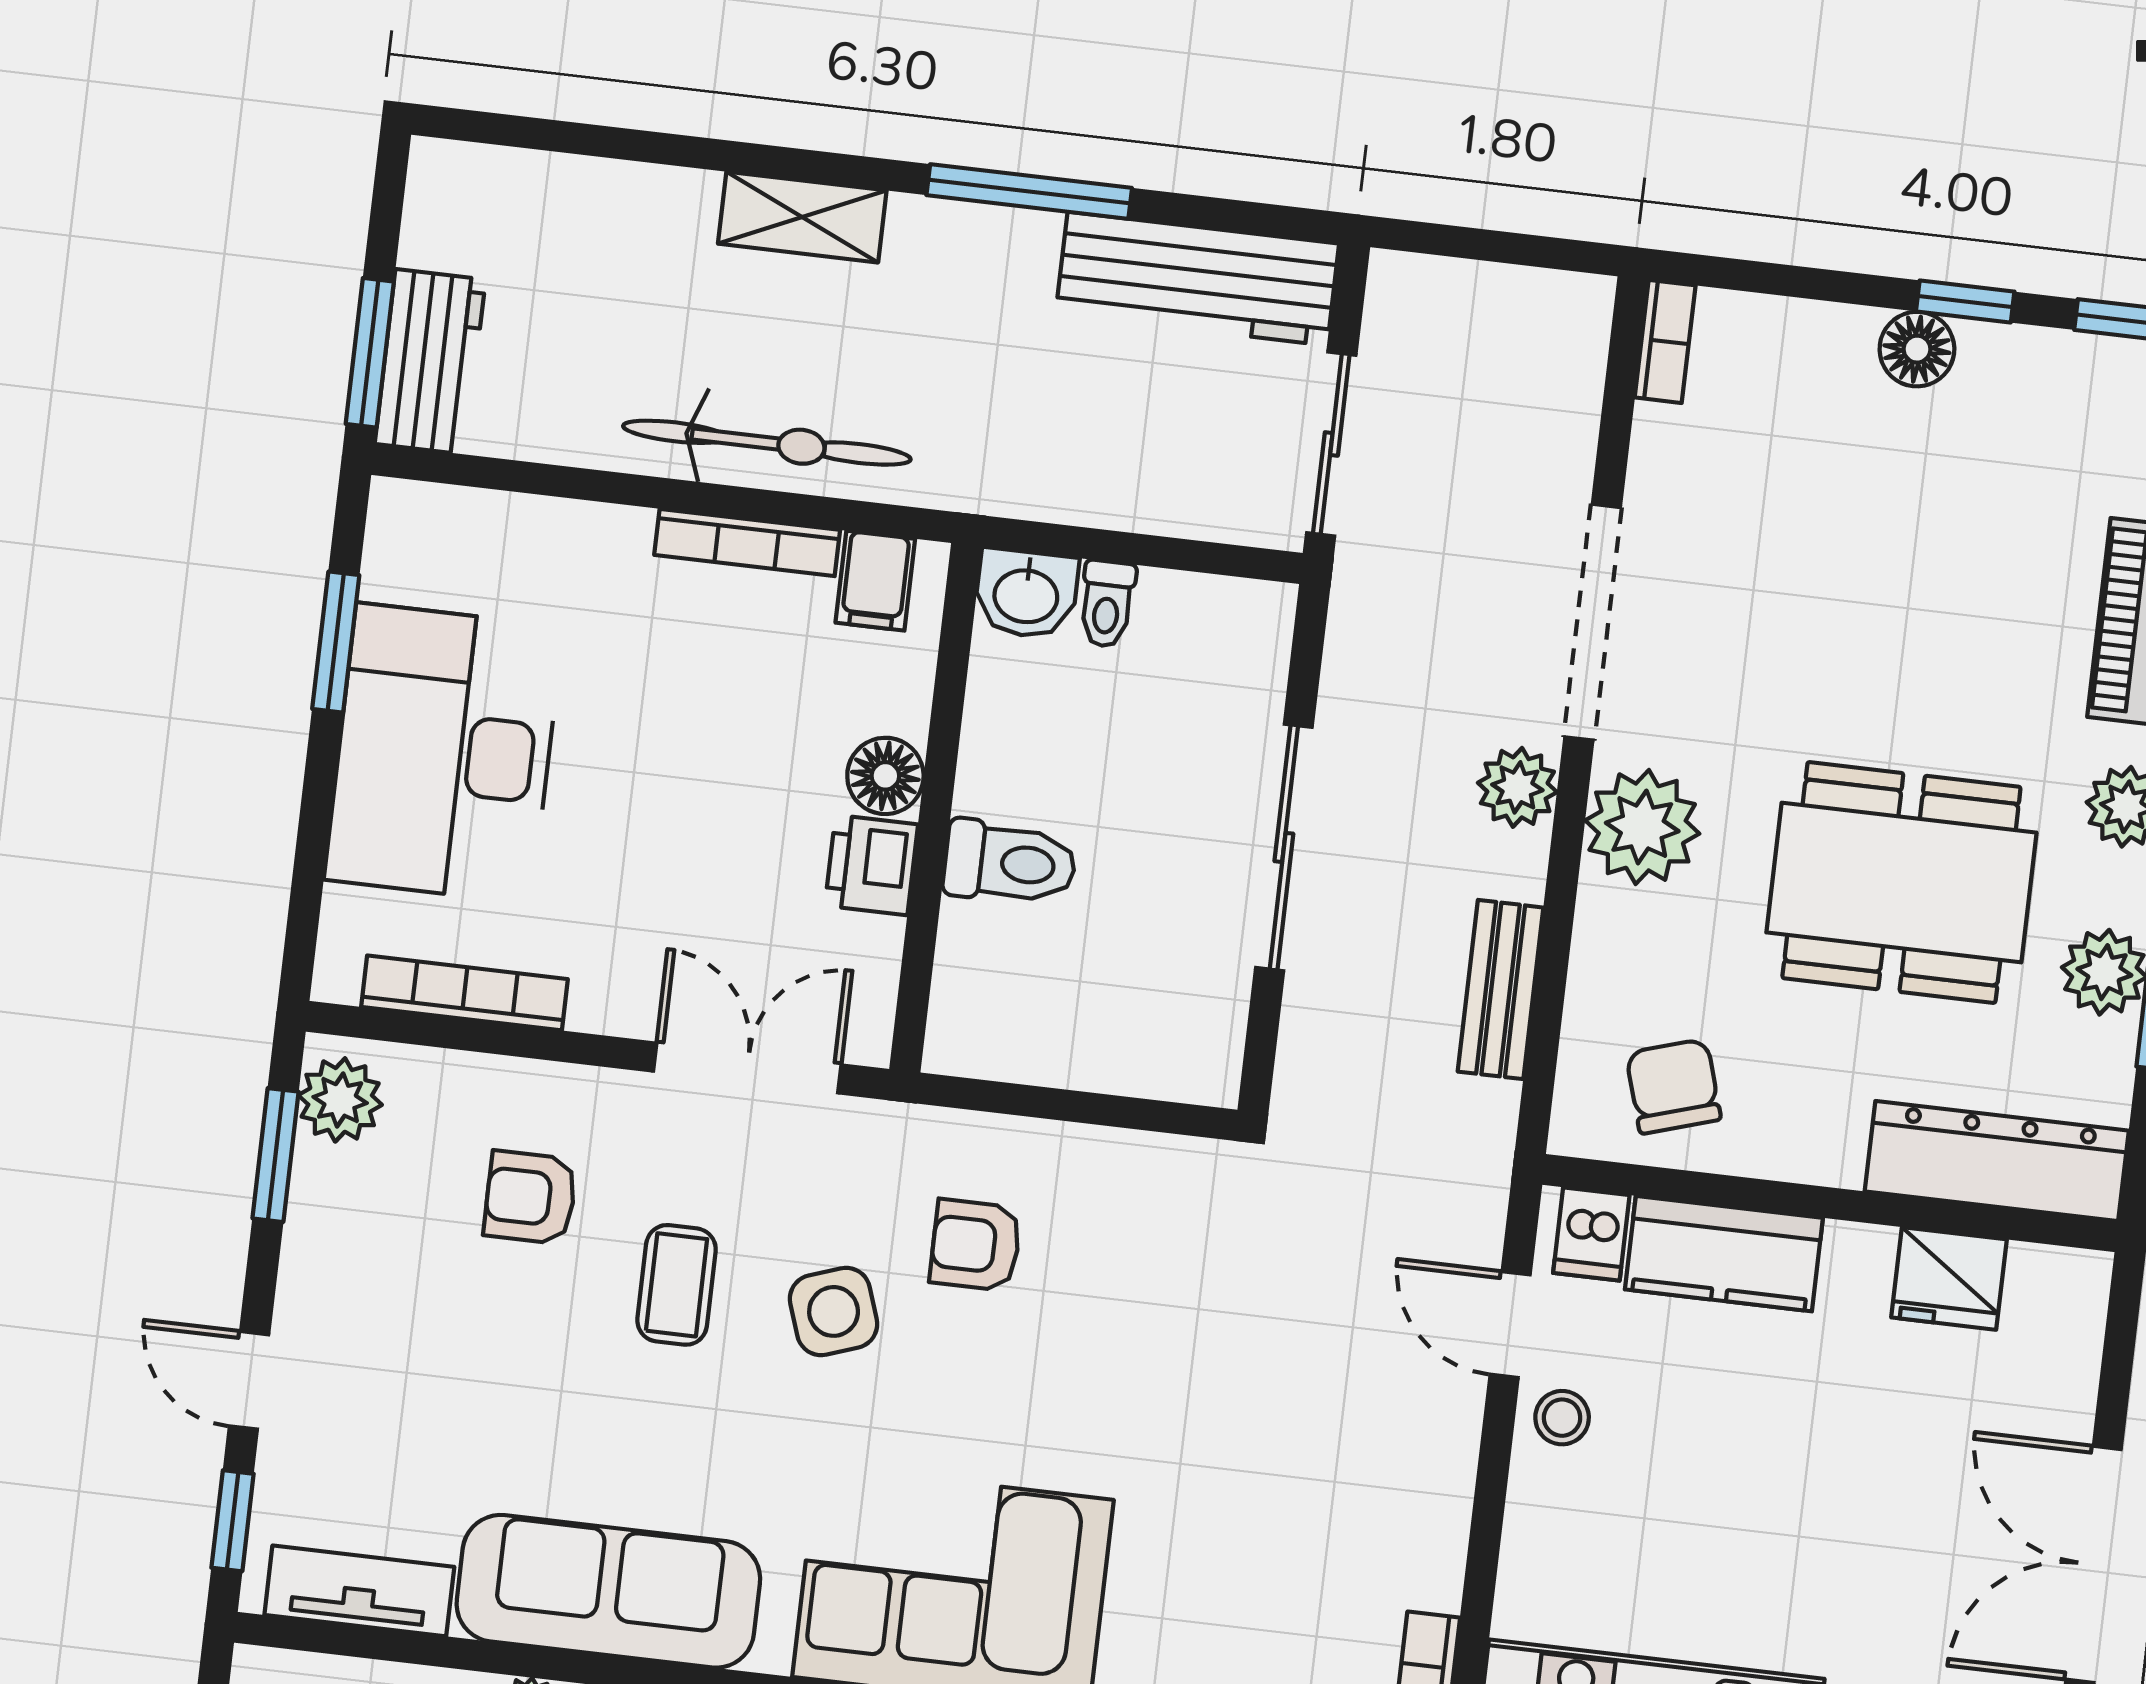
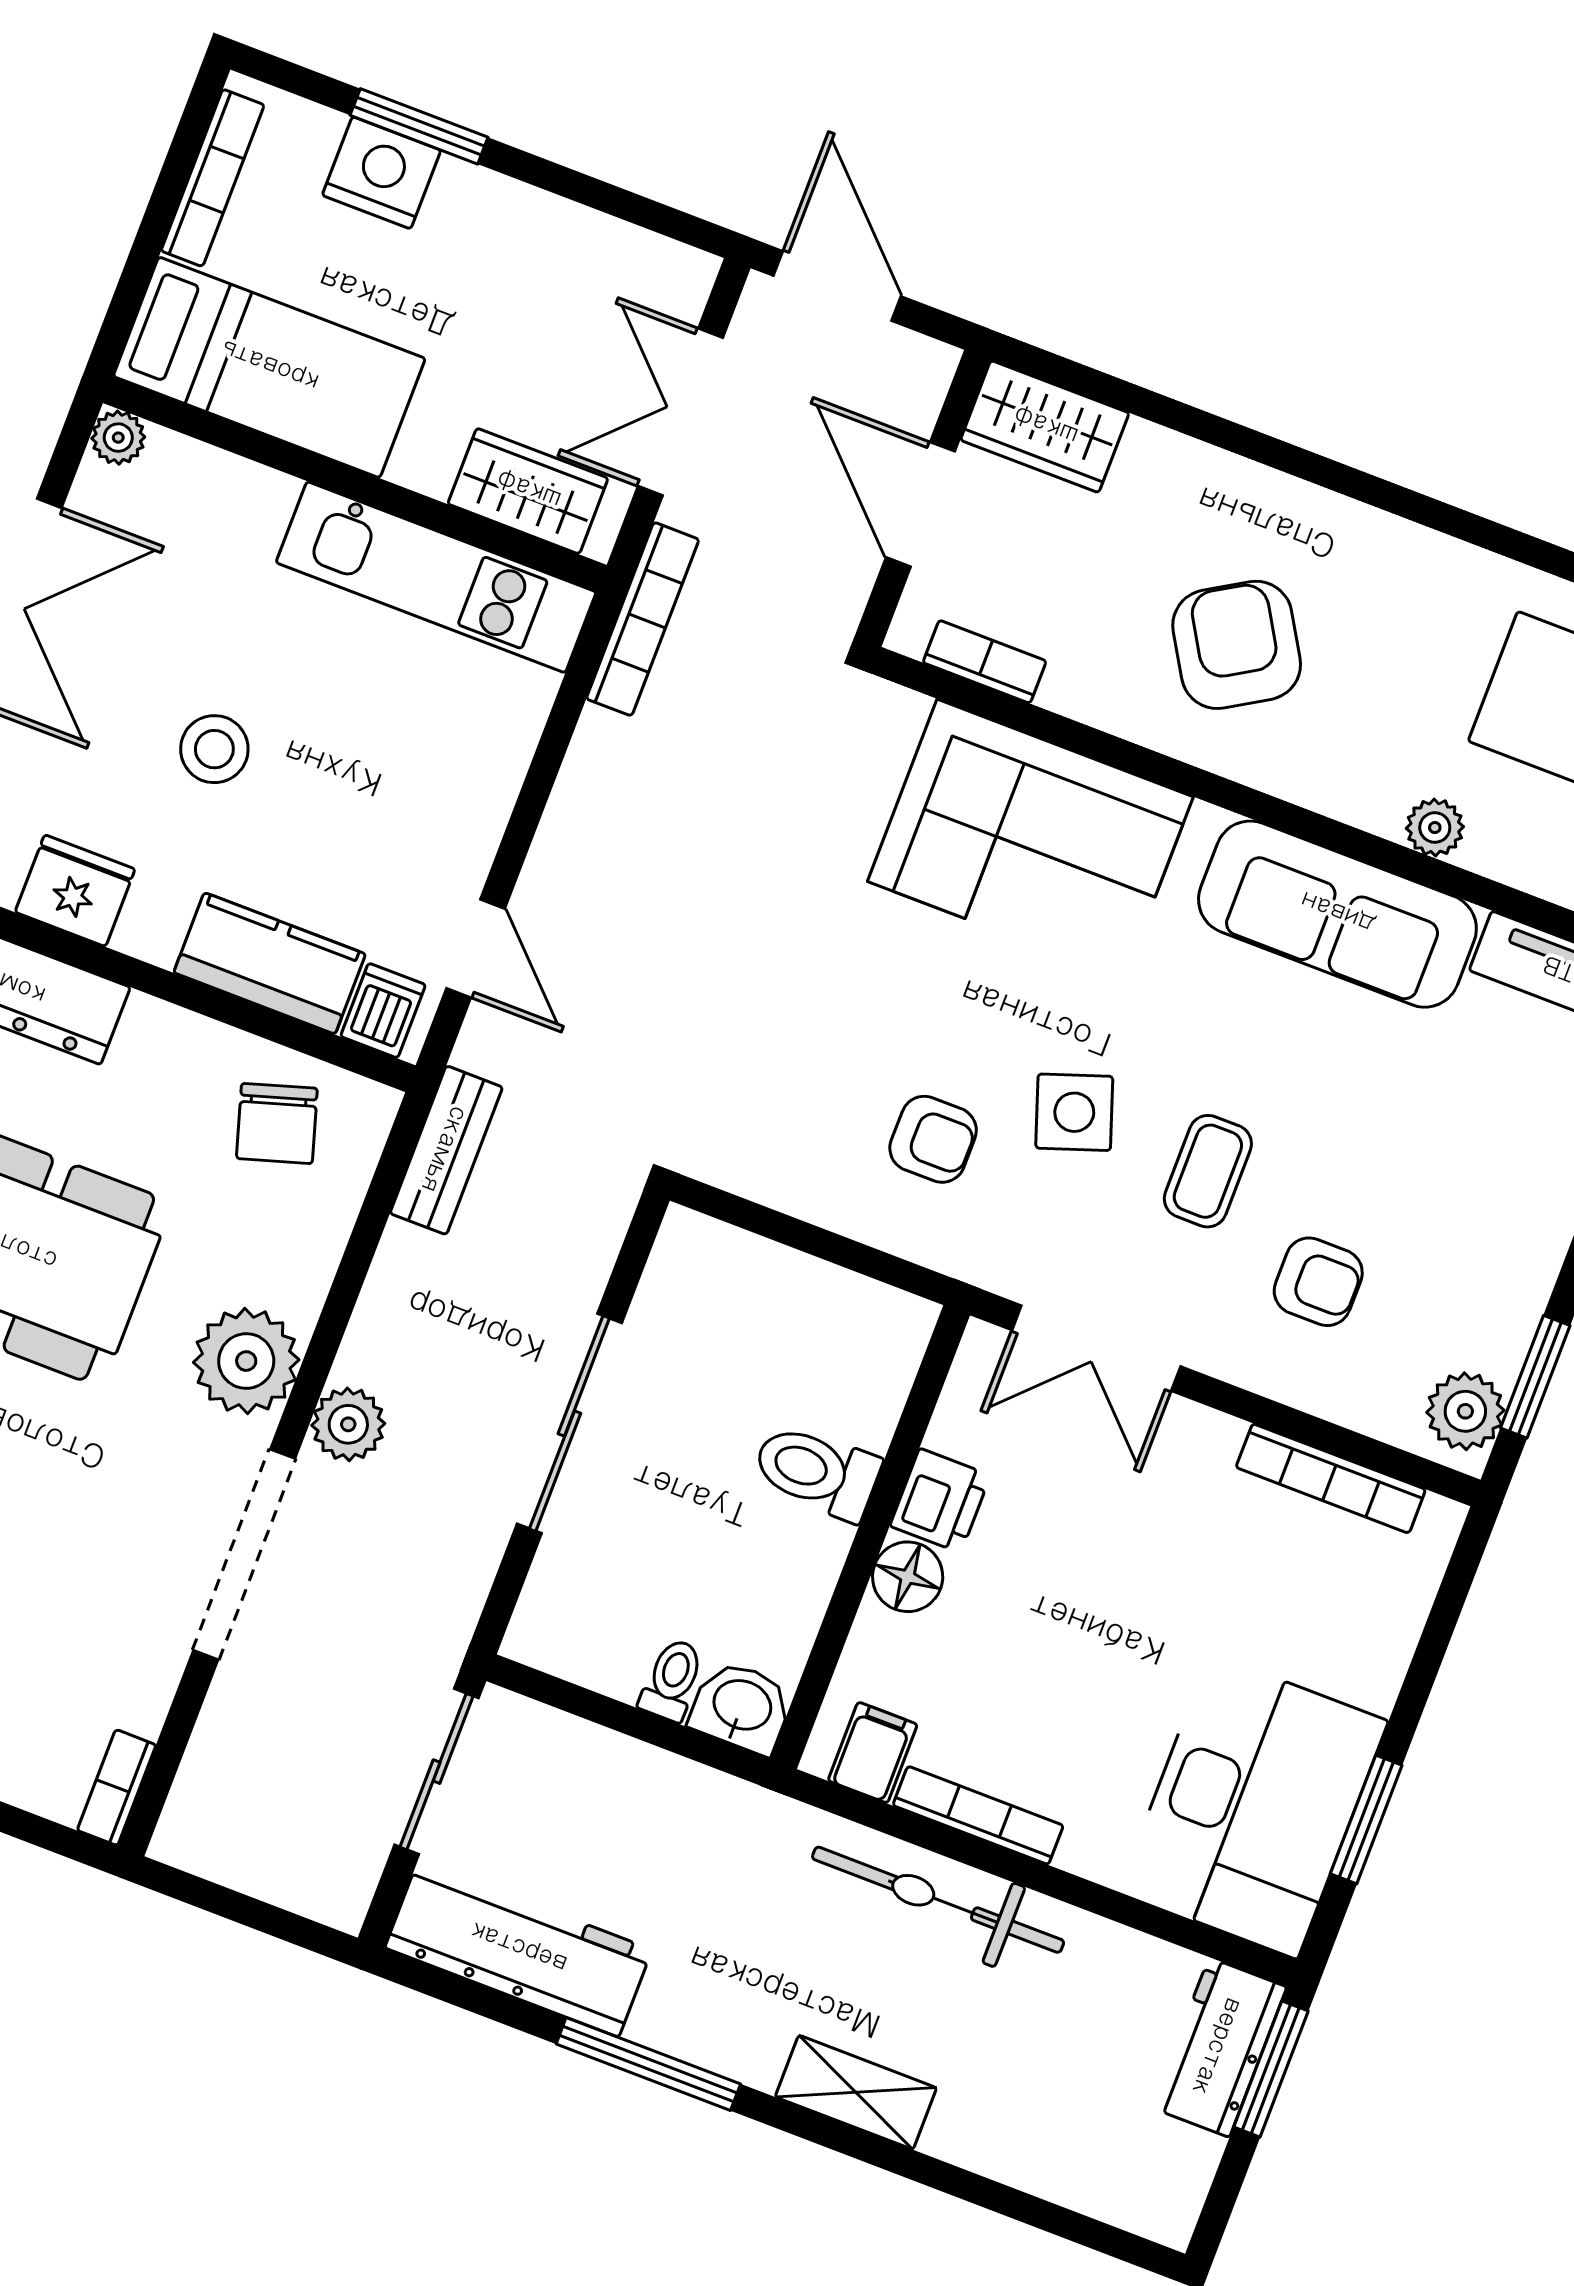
desk: (444, 753) -> (1253, 1806), moved
bench: (1501, 990) -> (446, 1150), moved
stool: (1562, 1418) -> (214, 749), moved, width x1.37, depth x1.37

